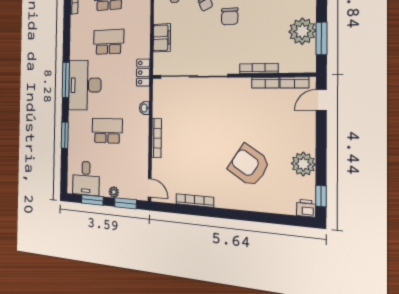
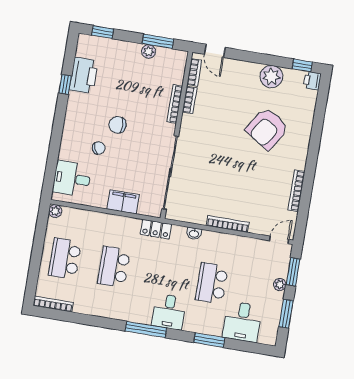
chair: (230, 16) -> (117, 125), turned 180
plant: (302, 31) -> (149, 51), width x0.53, depth x0.53
desk: (85, 85) -> (169, 312), width x0.53, depth x0.77
desk: (86, 178) -> (242, 322), moved, turned 90

